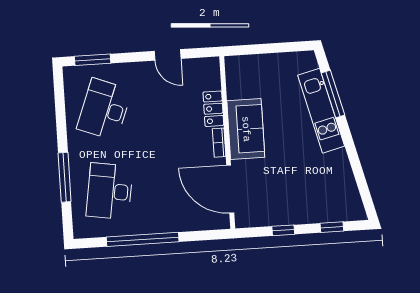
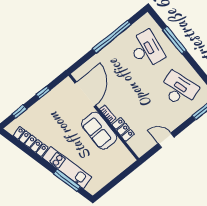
desk: (104, 109) -> (179, 89), turned -39
locker: (345, 178) -> (30, 142), added
door: (230, 189) -> (85, 94), hinge flipped

